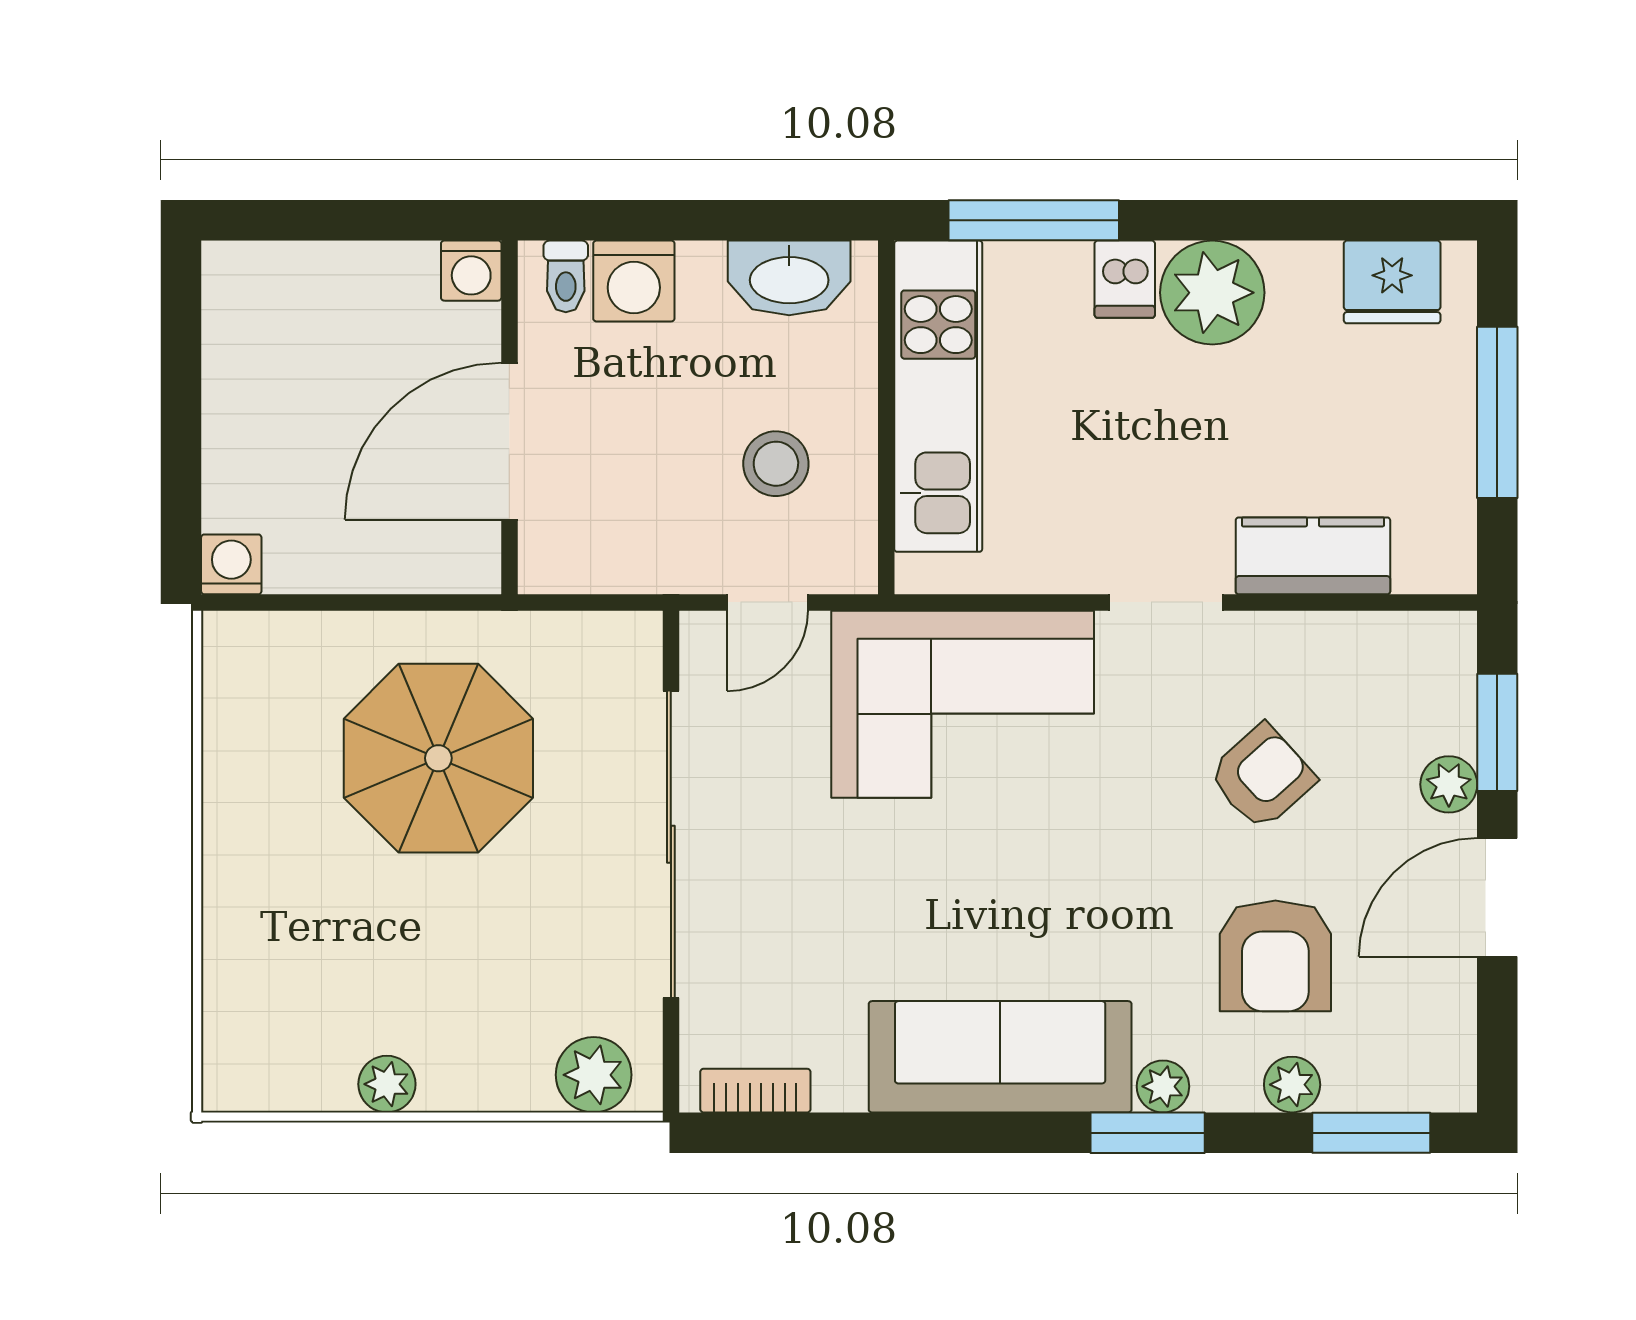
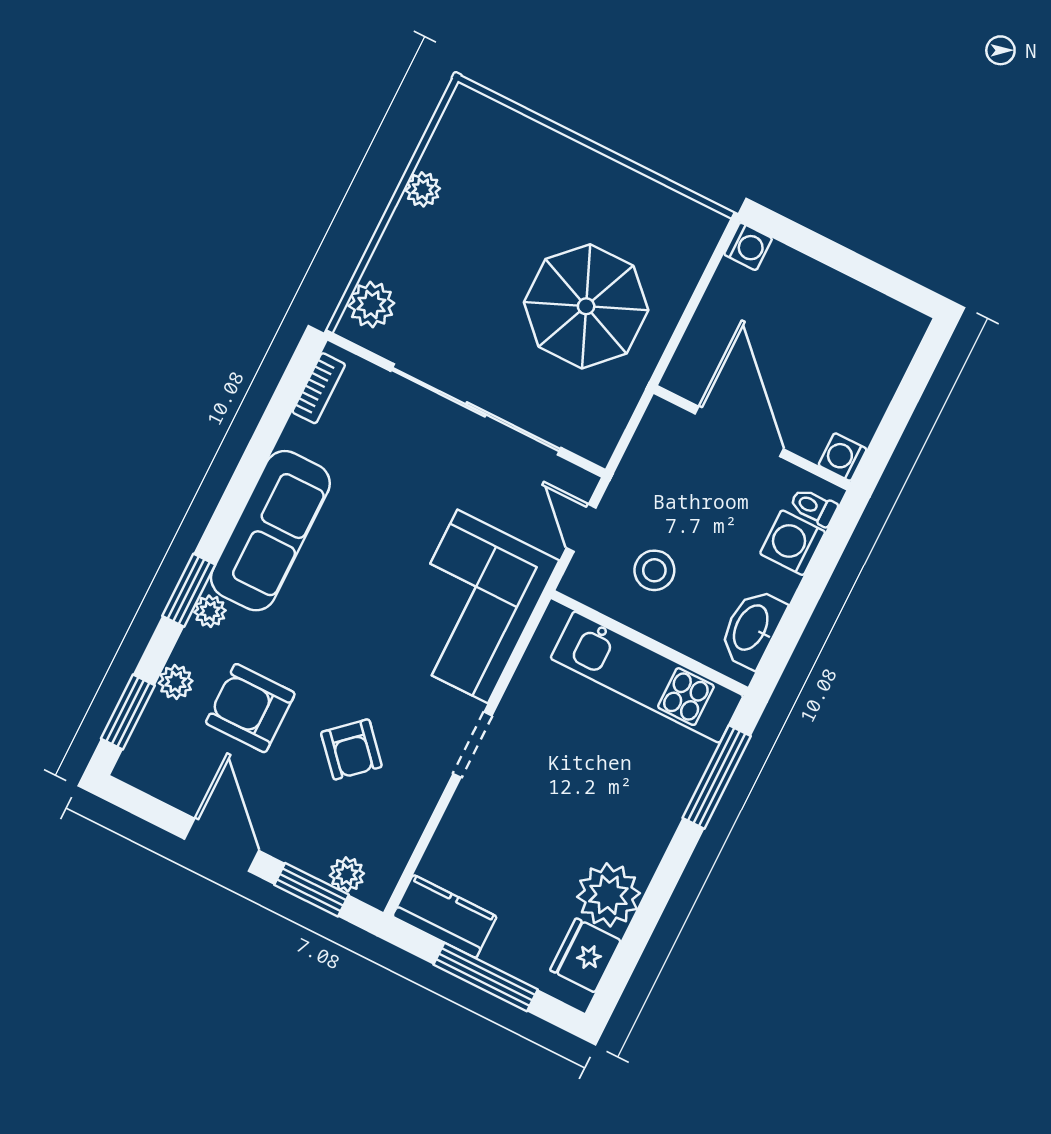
dishwasher: (1125, 279) -> (660, 810), removed
plant: (1212, 293) -> (608, 895), moved
kitchen counter: (1313, 556) -> (445, 916), moved, turned -90
plant: (1449, 784) -> (347, 874), moved

